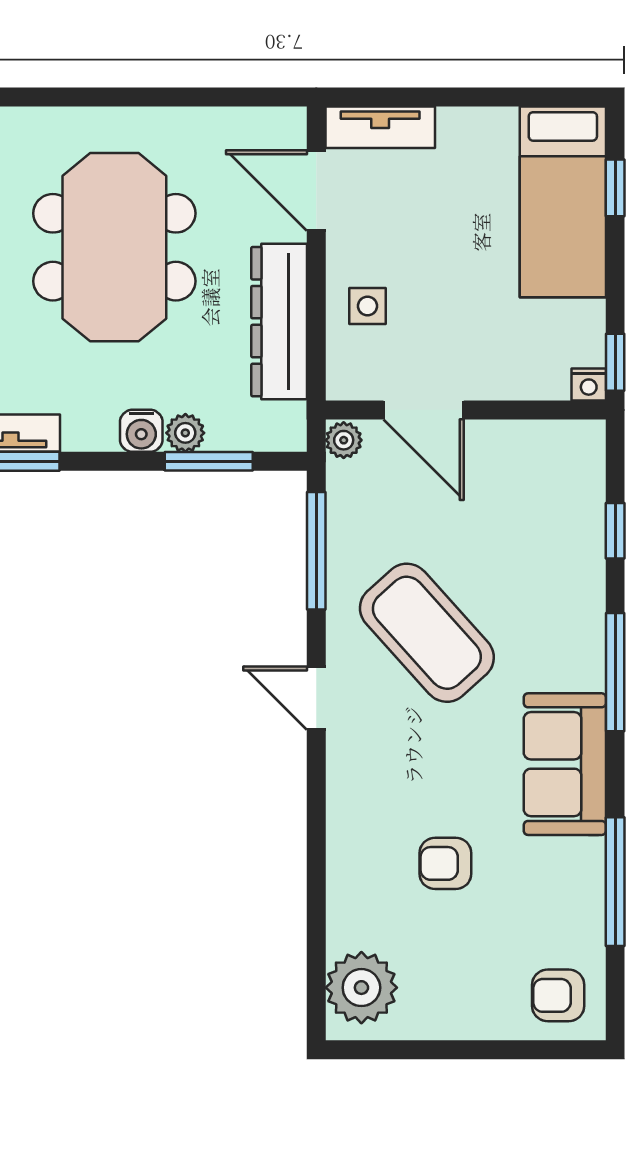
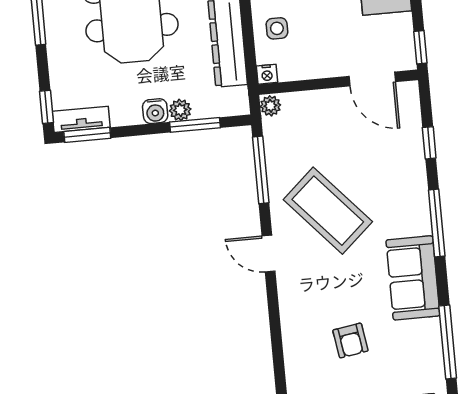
nightstand: (589, 384) -> (267, 74), moved
door: (424, 410) -> (372, 79), moved
armchair: (445, 863) -> (350, 341), turned -99

